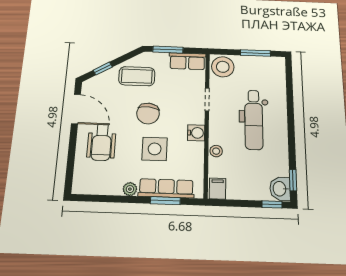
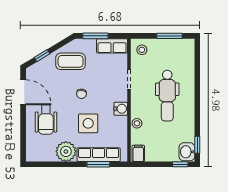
stool: (223, 67) -> (142, 50), width x0.53, depth x0.53
chair: (148, 114) -> (81, 94), width x0.54, depth x0.54
plant: (130, 189) -> (66, 151), width x1.87, depth x1.87

